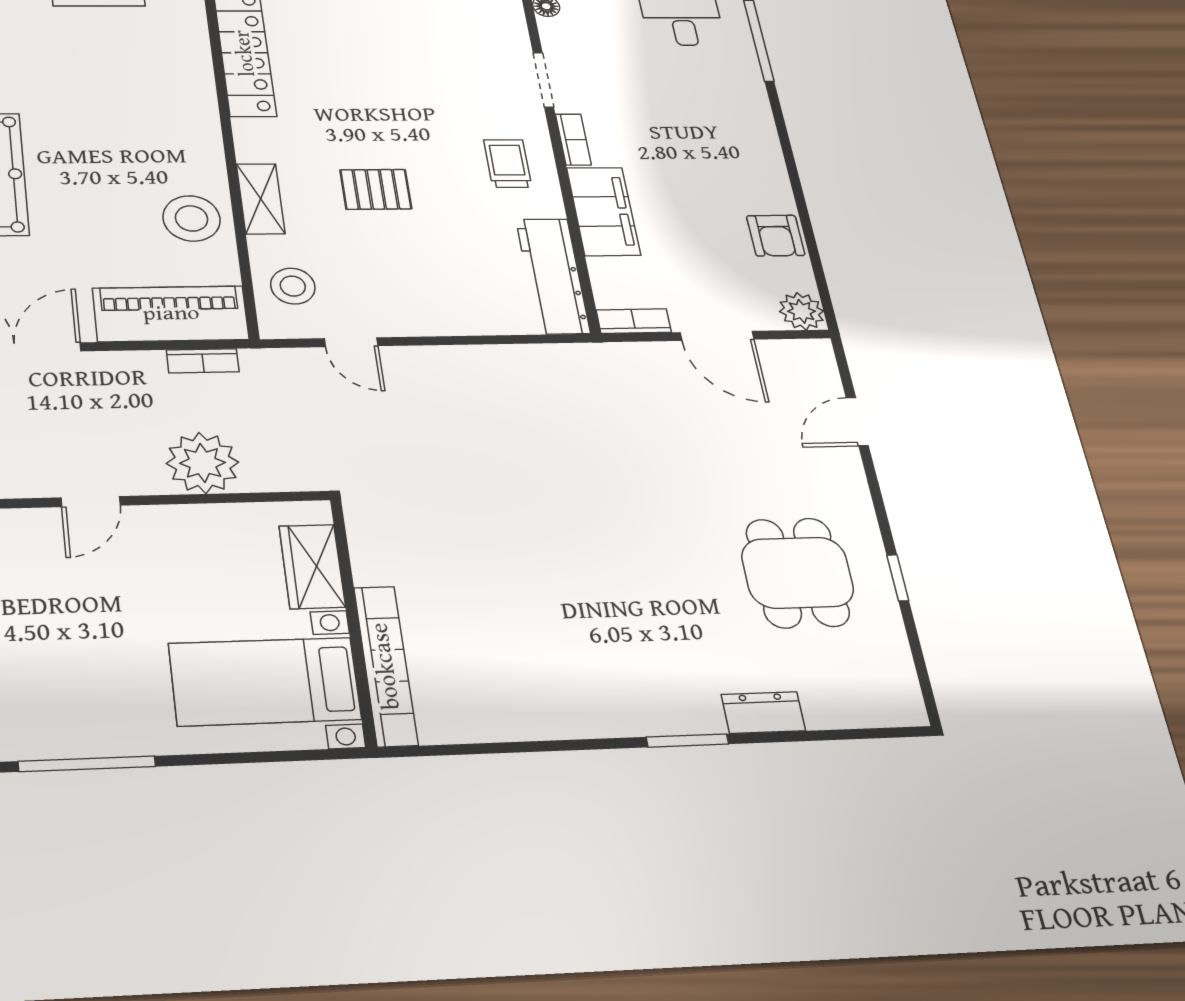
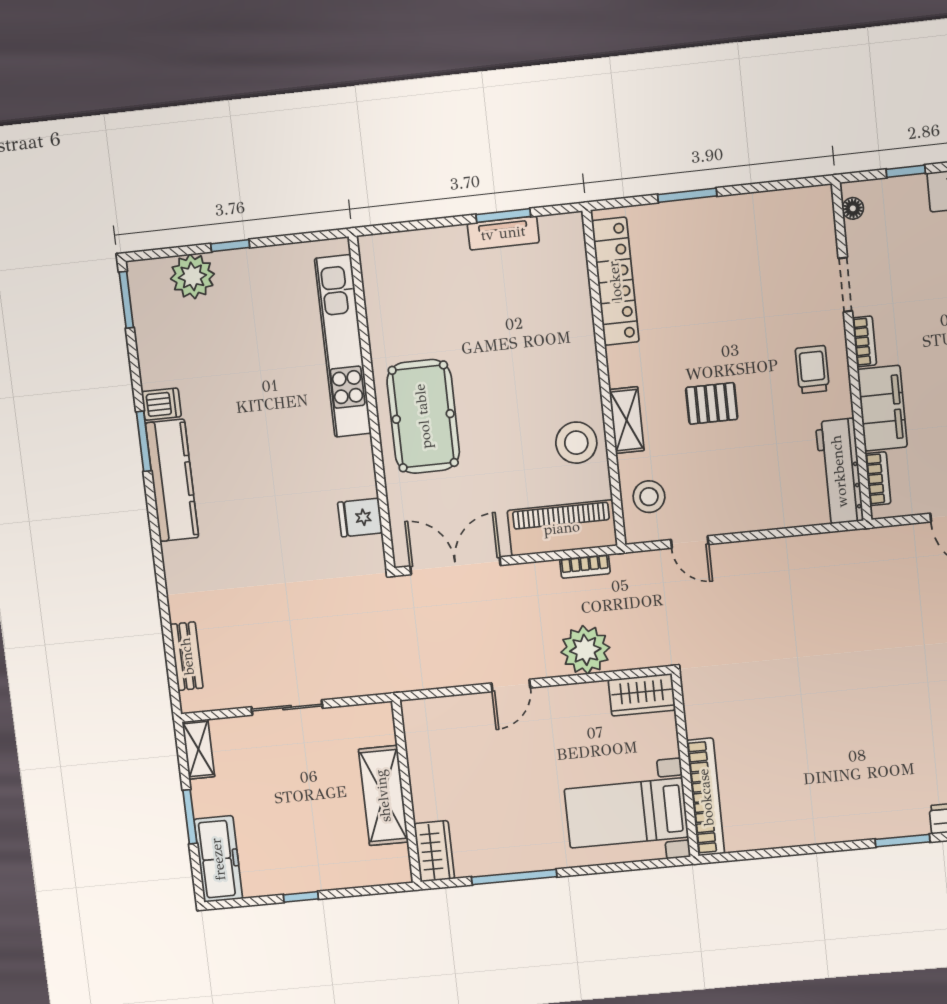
bookcase: (634, 321) -> (878, 479), moved, turned 90
wardrobe: (312, 566) -> (642, 695), moved, turned -90

